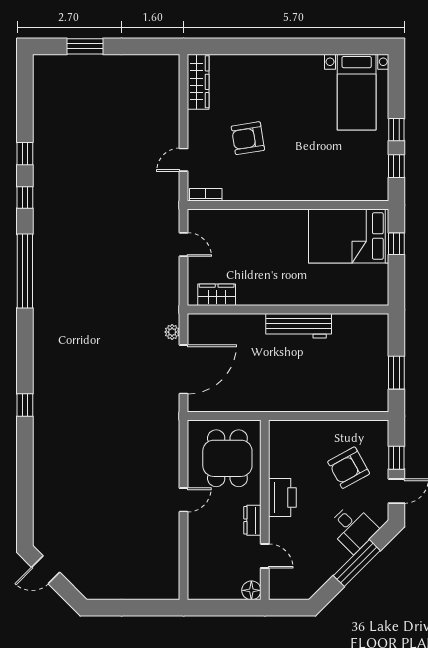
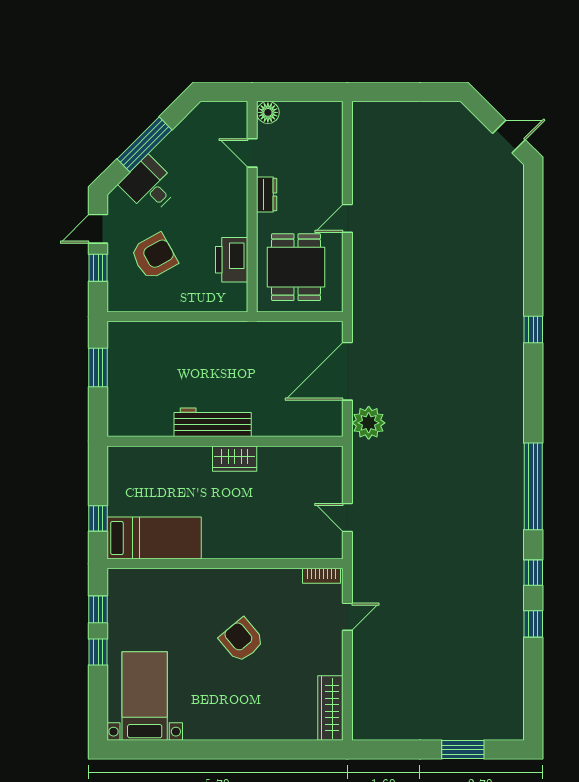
armchair: (248, 138) -> (241, 640), moved, turned -121
bed: (349, 236) -> (154, 538), width x0.67
wardrobe: (217, 295) -> (235, 459), moved
plant: (172, 332) -> (369, 423), width x1.87, depth x1.87
printer: (282, 498) -> (232, 260), moved

